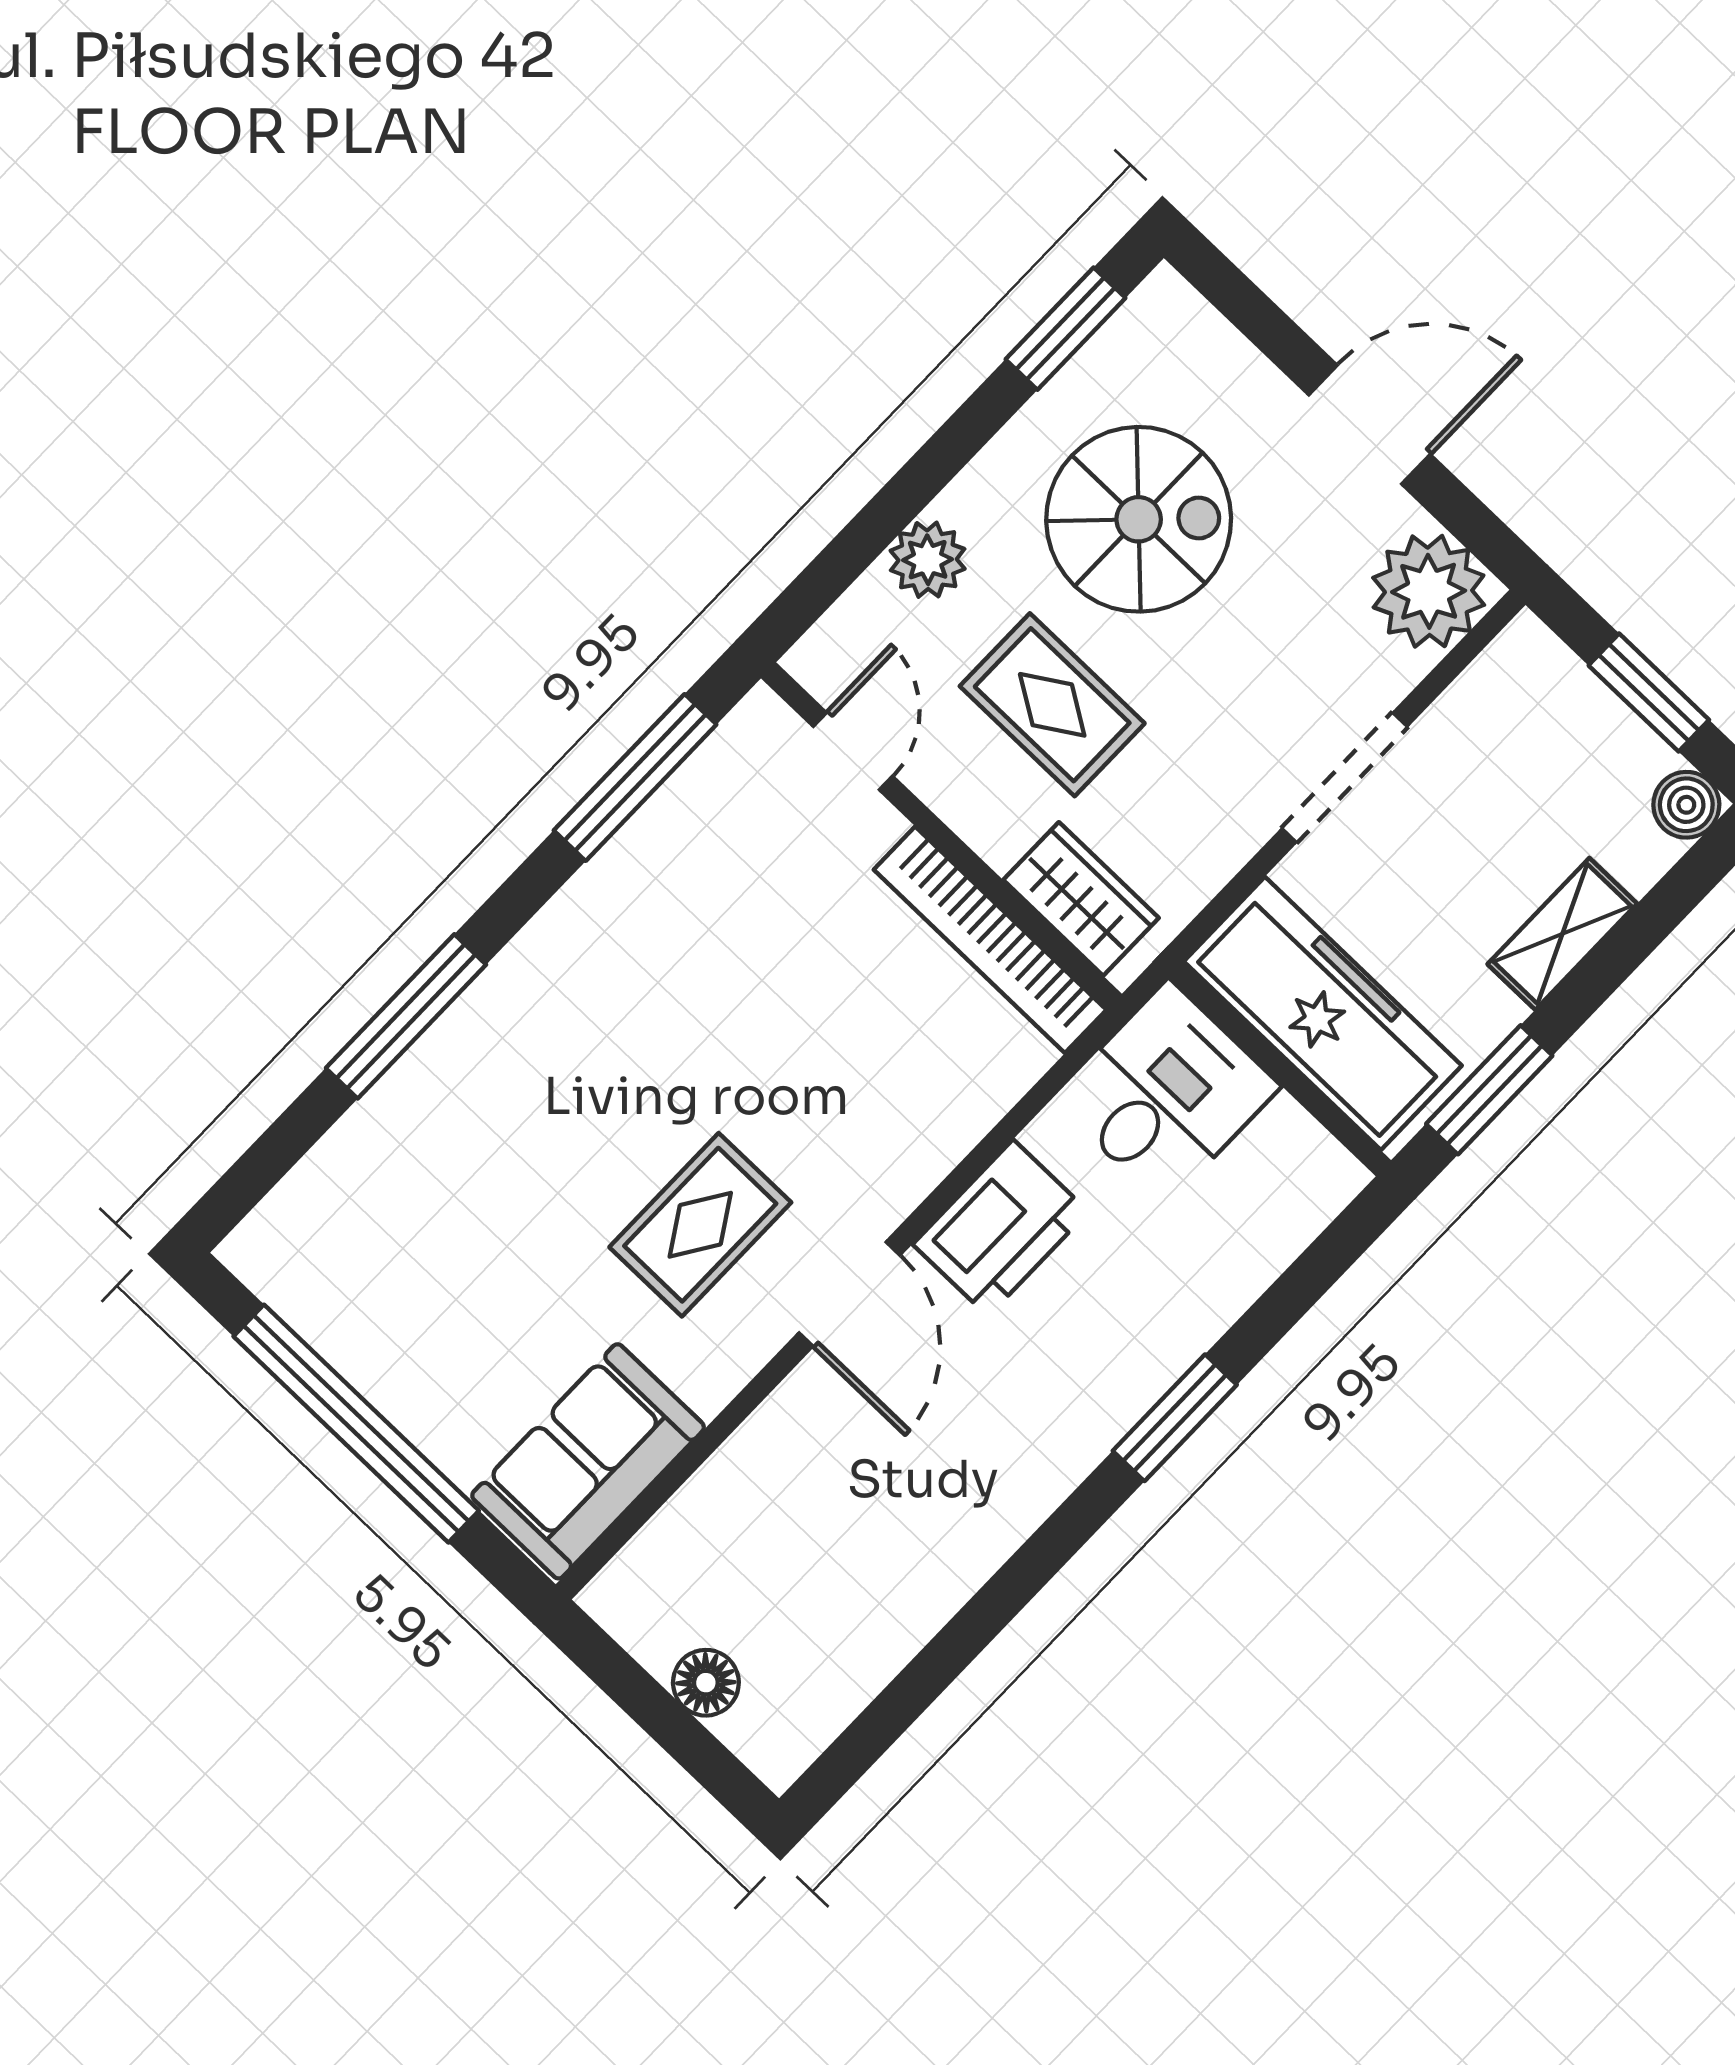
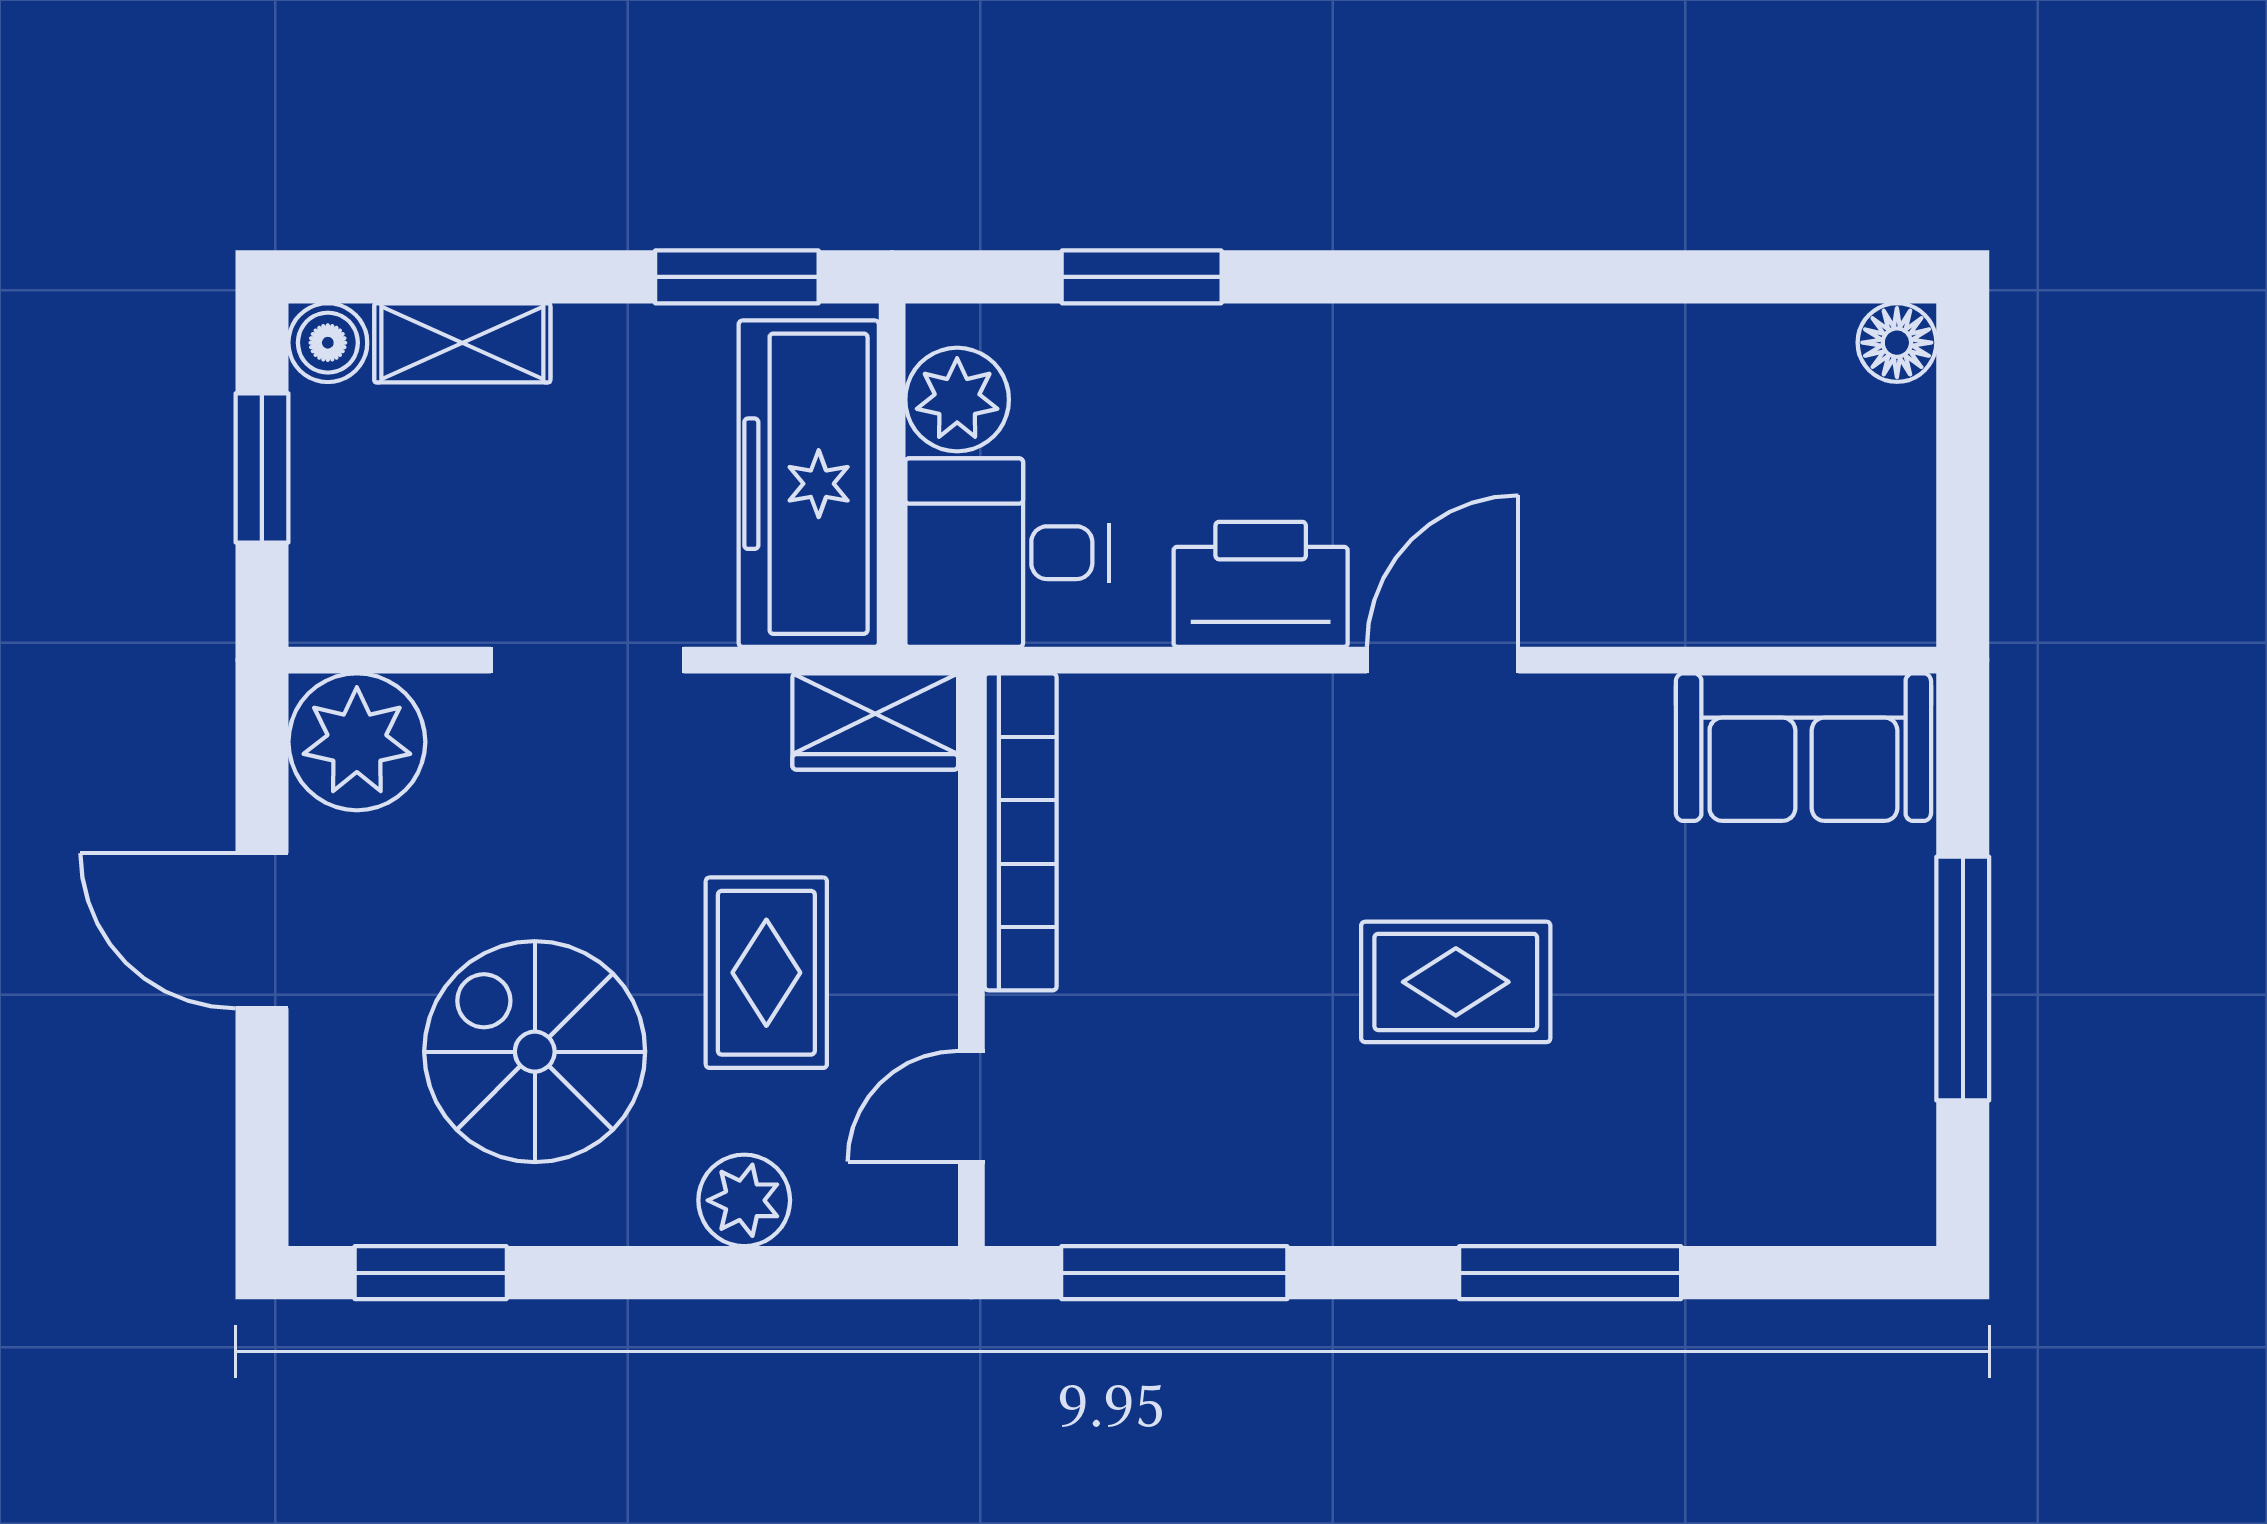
wardrobe: (1081, 899) -> (875, 721), moved, turned -90
shelving: (1562, 934) -> (462, 343), moved
plant: (1288, 1152) -> (957, 400), added
rug: (700, 1225) -> (1456, 982), moved
window: (1175, 1418) -> (1142, 277), moved
window: (356, 1424) -> (1963, 979), width x0.68
floor lamp: (706, 1683) -> (1897, 343), moved

